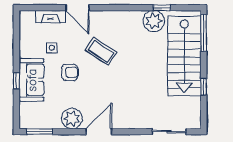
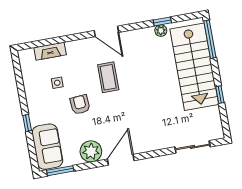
door: (77, 8) -> (106, 31), moved
plant: (154, 21) -> (161, 31), width x0.53, depth x0.53
coffee table: (101, 51) -> (108, 77), turned 56
armchair: (70, 72) -> (80, 105), turned -94
sofa: (32, 80) -> (47, 147), moved

